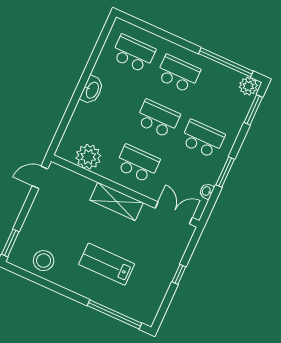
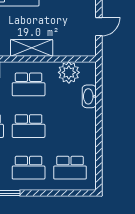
washbasin: (92, 90) -> (89, 96), moved
door: (40, 177) -> (99, 27), moved

